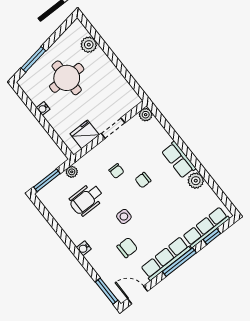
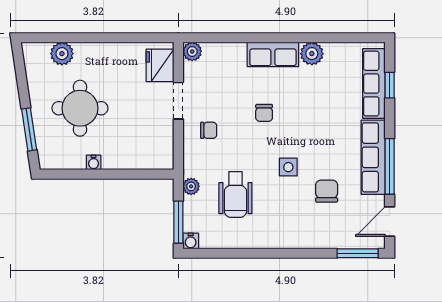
fridge: (85, 134) -> (160, 65), moved
chair: (116, 171) -> (209, 130), moved
water cooler: (84, 248) -> (191, 241), moved
window: (179, 262) -> (390, 166), moved

